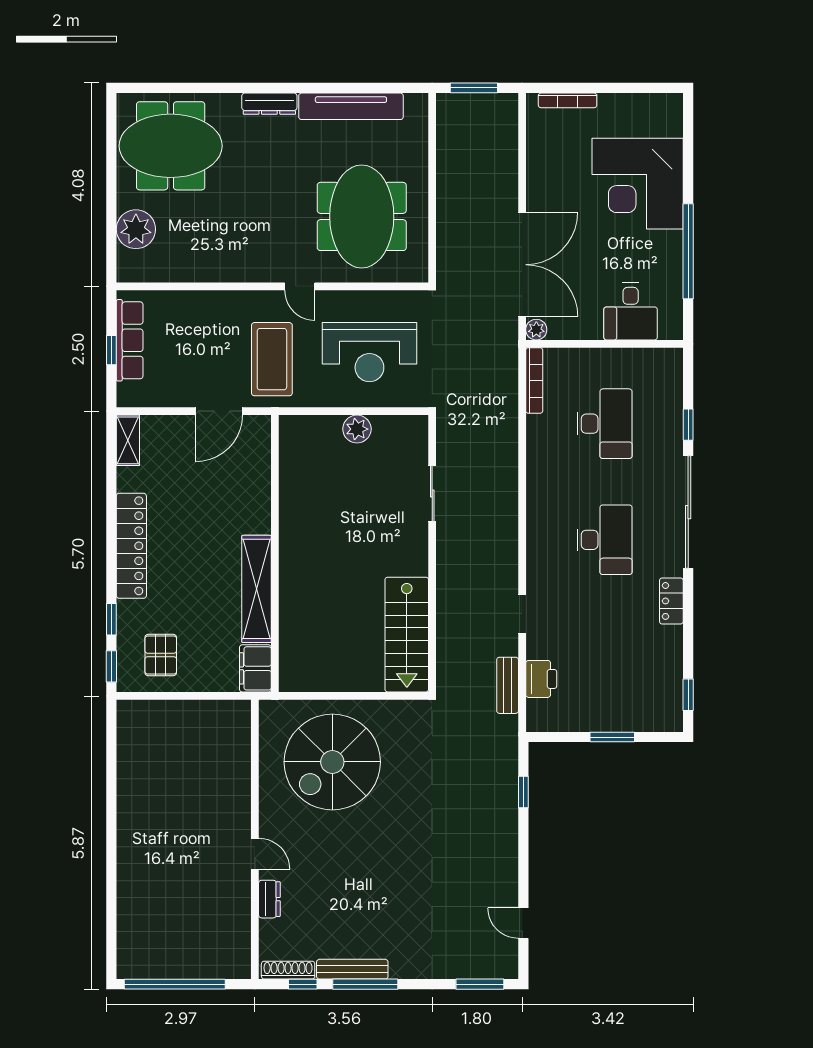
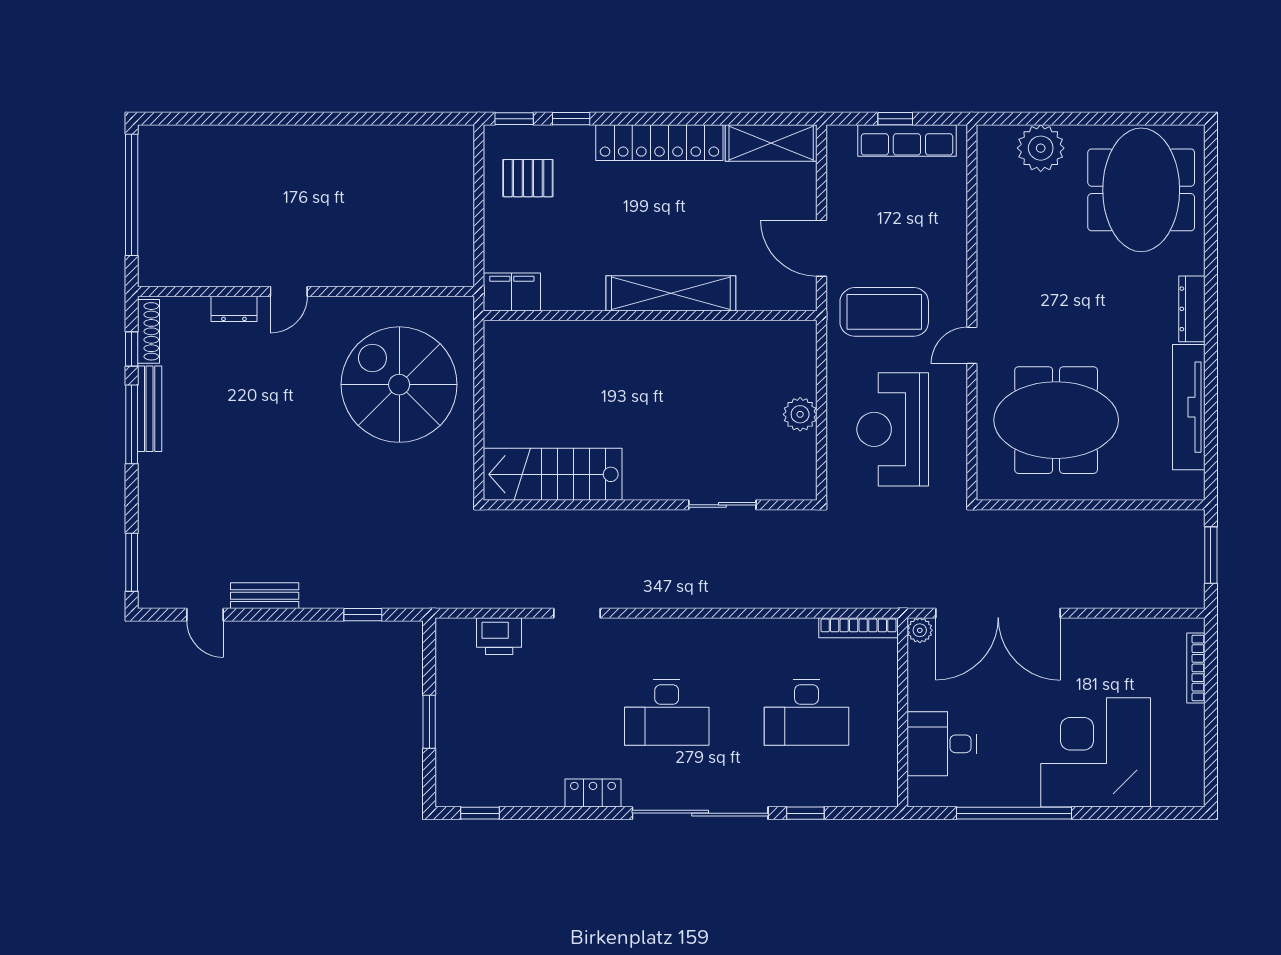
shelving: (128, 440) -> (771, 143), width x1.50, depth x1.33
shelving: (257, 589) -> (671, 293), moved
bench: (508, 685) -> (265, 596), moved
door: (523, 923) -> (205, 615), swing flipped

